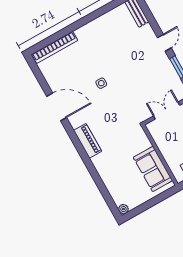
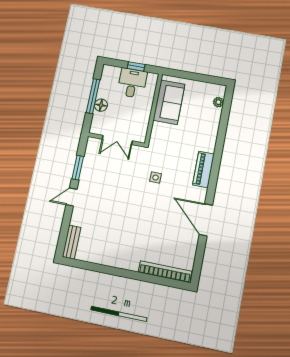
side table: (101, 83) -> (156, 178), moved
plant: (123, 209) -> (218, 102), moved

